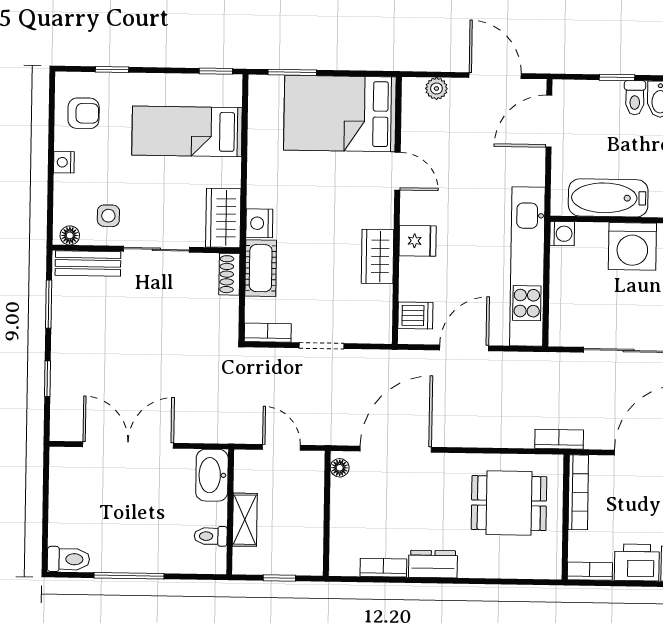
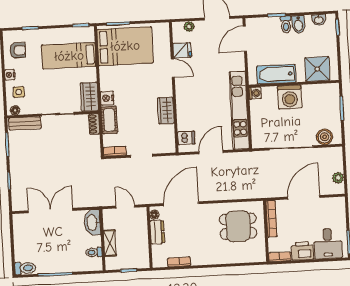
bed: (340, 113) -> (125, 46), moved, turned 180
side table: (108, 216) -> (19, 92), moved
fridge: (418, 241) -> (182, 50), moved
bookcase: (559, 439) -> (260, 193), removed
dresser: (433, 564) -> (157, 232), moved, turned 90

